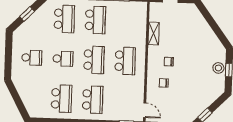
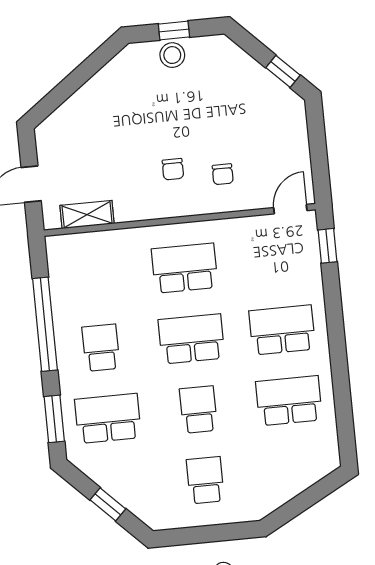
school desk: (95, 20) -> (101, 348), width x0.54
shelving: (154, 34) -> (87, 215), moved

